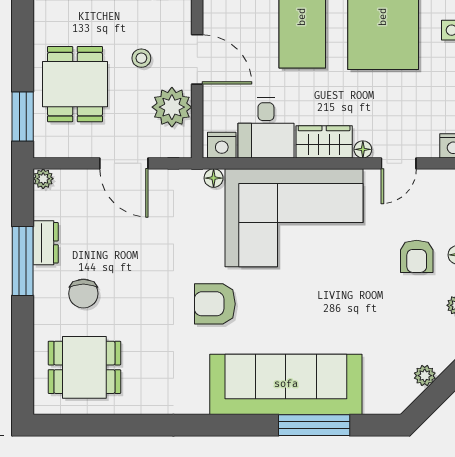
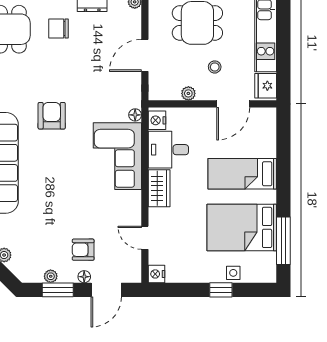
door: (197, 59) -> (233, 104), moved
plant: (172, 107) -> (188, 93), width x0.53, depth x0.53
floor lamp: (363, 149) -> (154, 214), removed
corner sofa: (294, 218) -> (117, 156), width x0.73, depth x0.74

